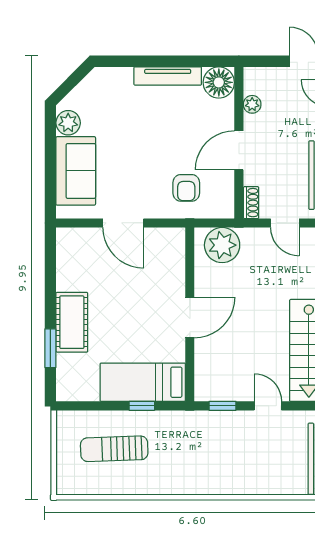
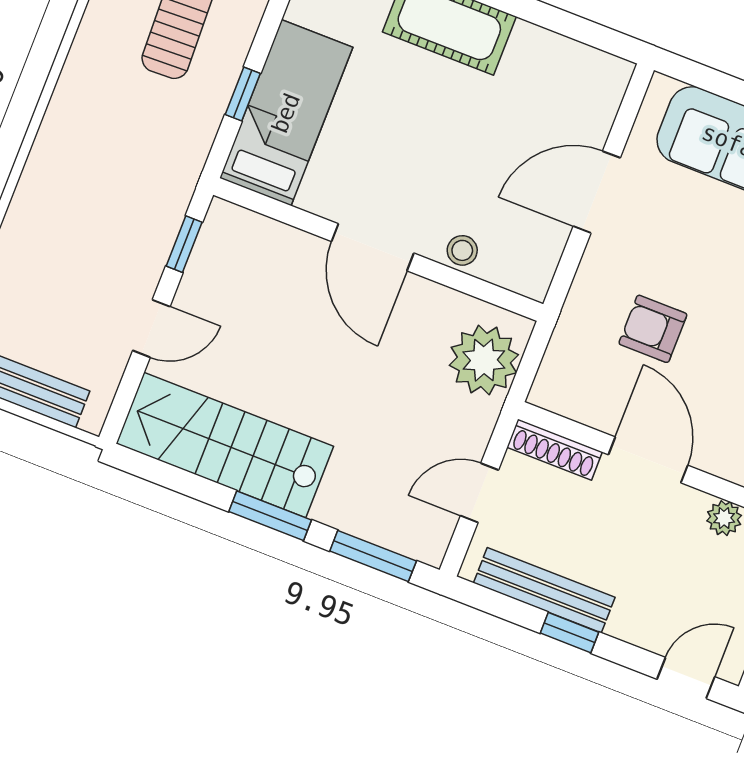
armchair: (186, 188) -> (653, 329), moved
shoe rack: (251, 203) -> (555, 450), width x1.43
stool: (175, 275) -> (462, 250), added

